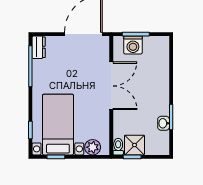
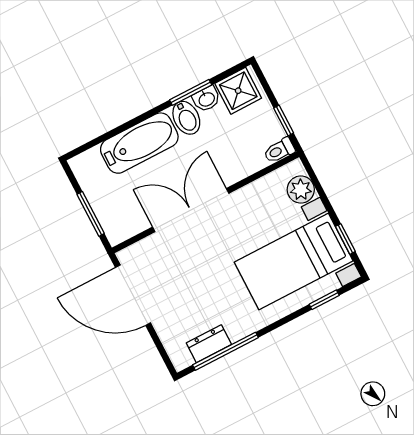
washing machine: (133, 45) -> (110, 210), removed
dresser: (39, 47) -> (209, 344), moved
bathtub: (159, 78) -> (139, 143), added
bidet: (159, 108) -> (186, 118), added
shower: (134, 145) -> (238, 91), moved

